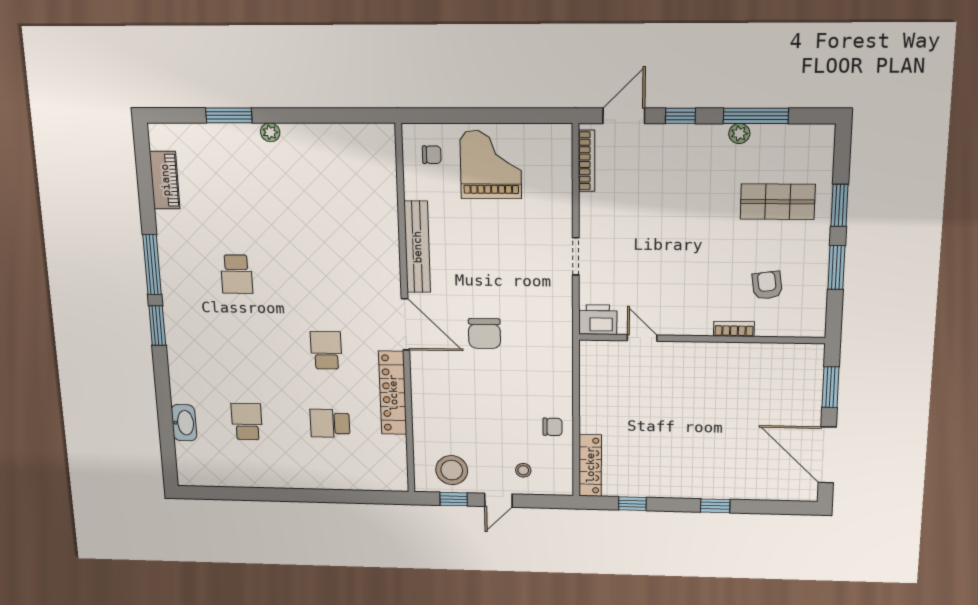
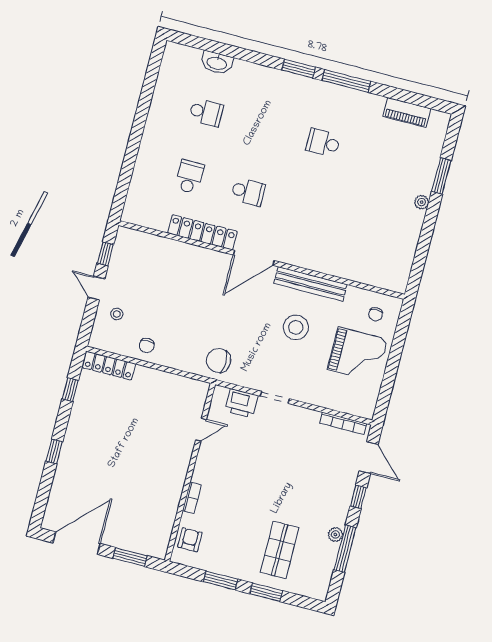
armchair: (767, 285) -> (190, 540), moved, turned -82
printer: (598, 320) -> (242, 403), moved, turned 90
chair: (484, 333) -> (219, 361), moved
stool: (452, 470) -> (296, 327), moved

